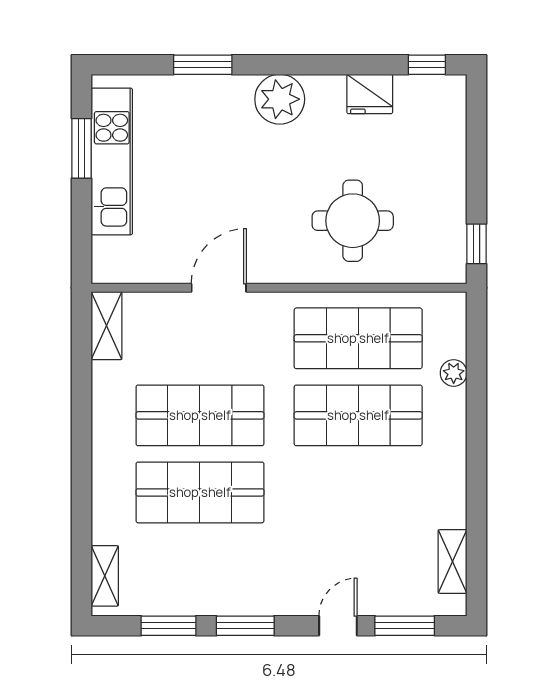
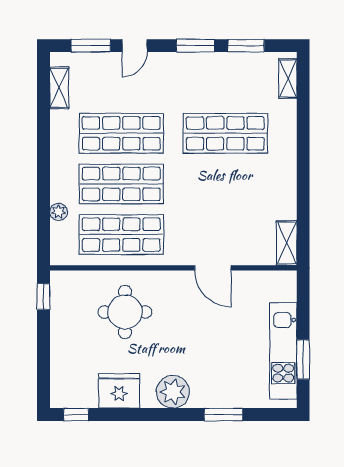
fridge: (370, 94) -> (119, 391), width x1.36, depth x1.34
door: (219, 288) -> (213, 268), hinge flipped
shop shelf: (200, 415) -> (121, 133), moved

